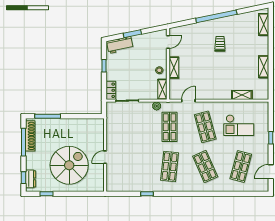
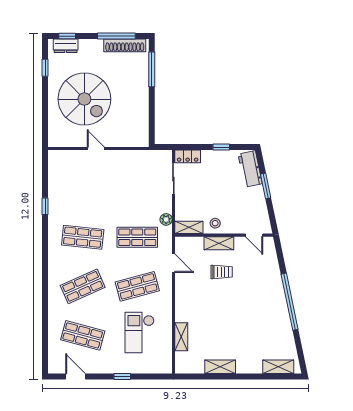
trolley: (220, 44) -> (222, 272), moved

